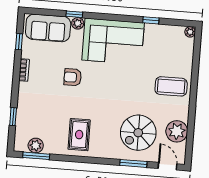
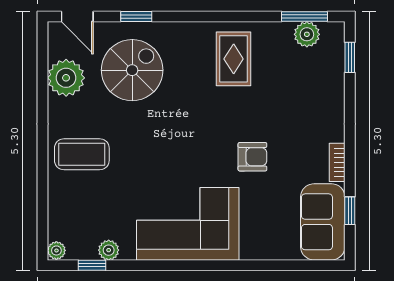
window: (74, 14) -> (258, 265), removed
window: (151, 20) -> (92, 265), moved
plant: (78, 23) -> (109, 250), moved
sofa: (48, 28) -> (323, 222), moved, turned -90
window: (13, 117) -> (350, 57), moved
window: (133, 163) -> (136, 17), width x0.67

